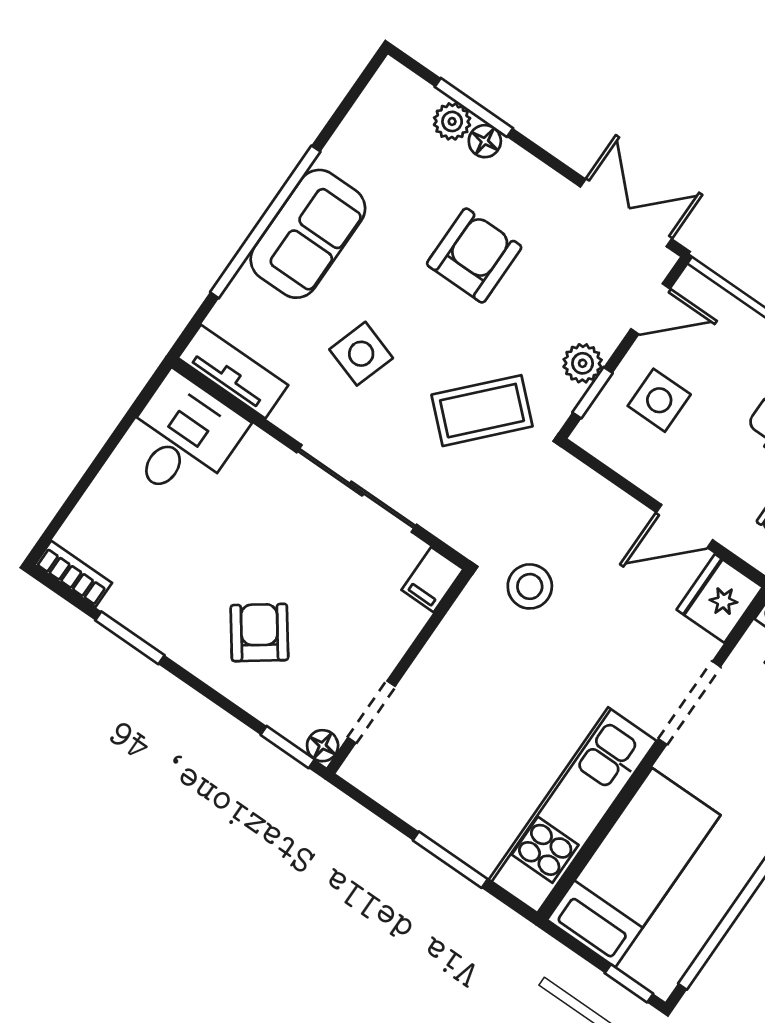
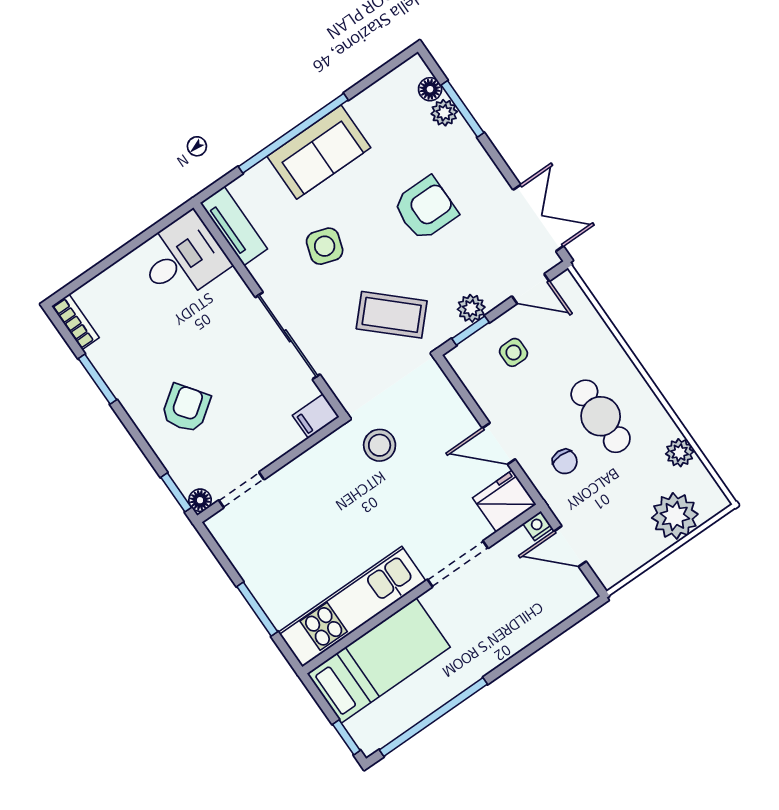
floor lamp: (485, 141) -> (430, 89), moved
side table: (659, 400) -> (513, 352), width x0.73, depth x0.73

